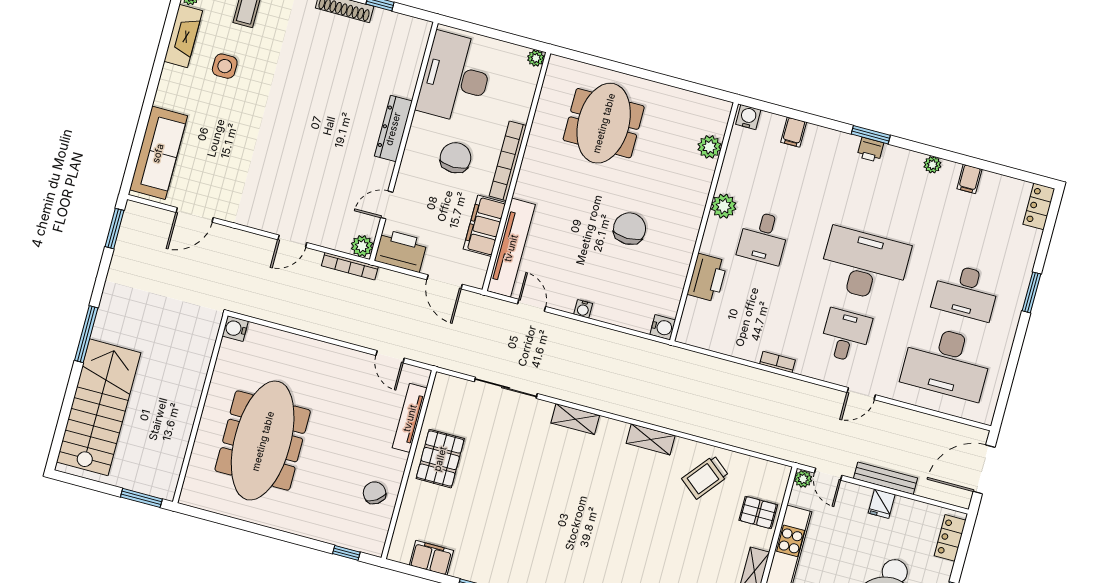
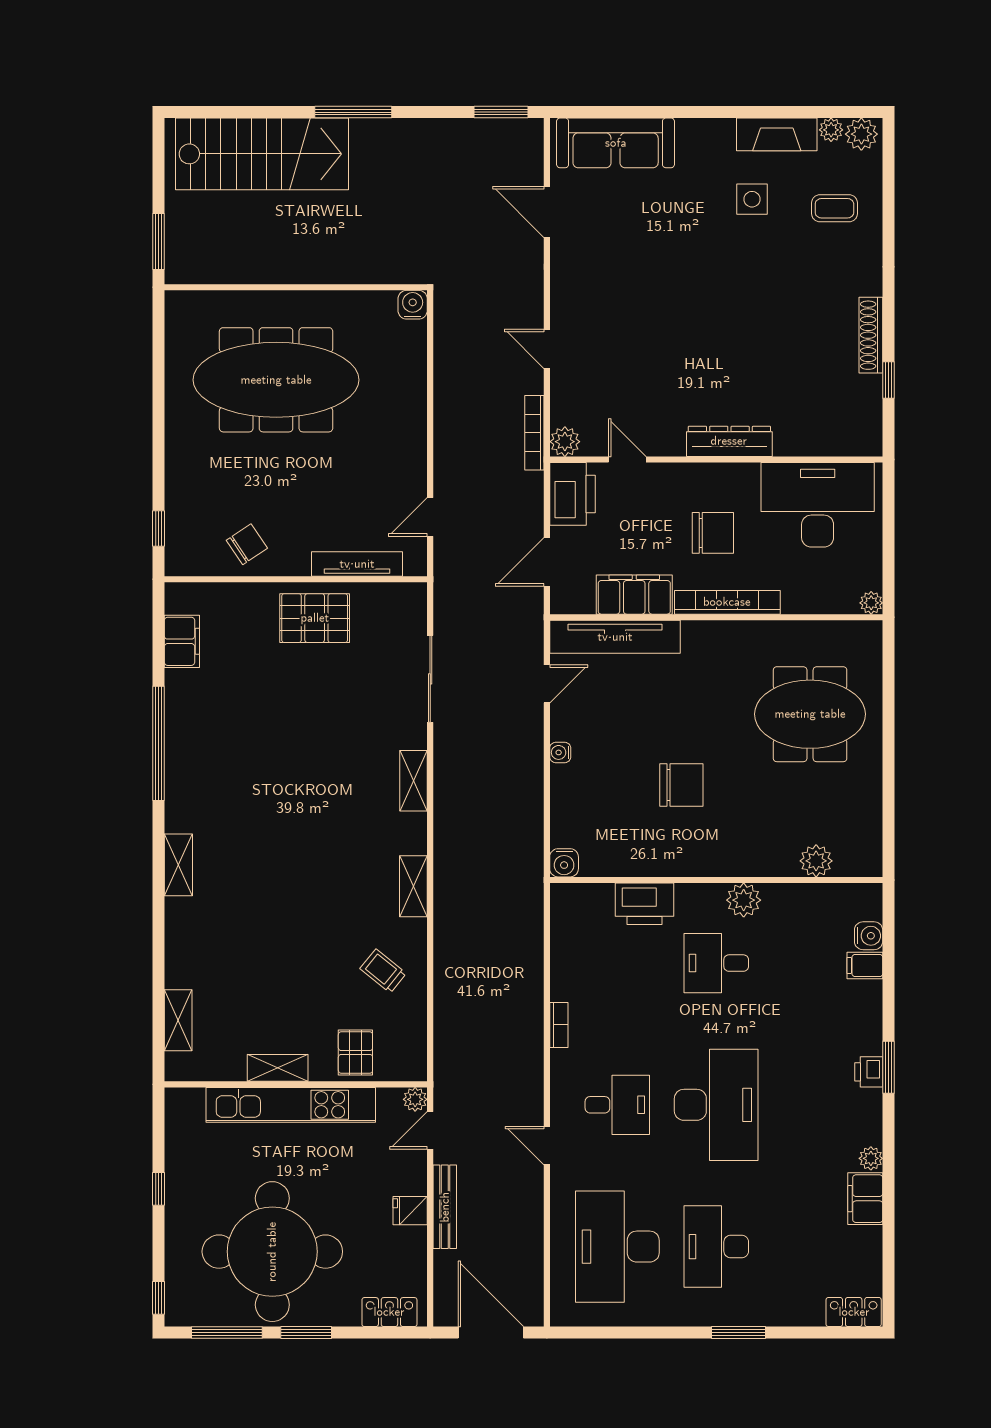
water cooler: (748, 117) -> (869, 936), moved
filing cabinet: (969, 179) -> (865, 1199), width x2.00
trolley: (705, 477) -> (383, 971), width x0.73, depth x0.72

